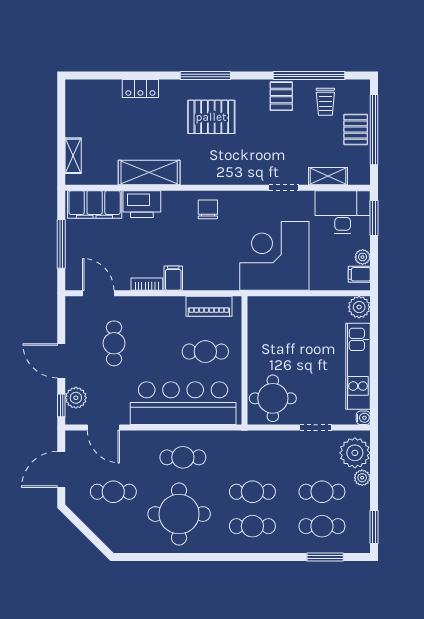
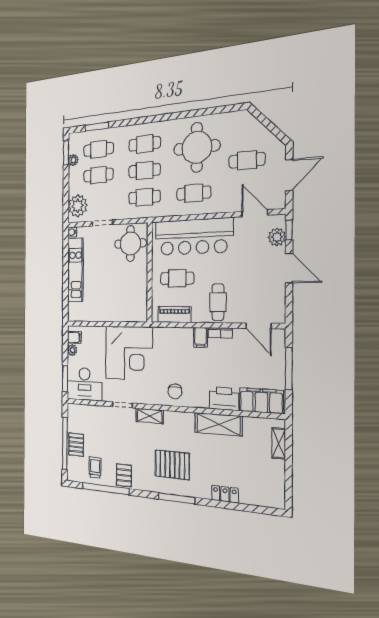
shelving: (328, 176) -> (150, 416), moved
plant: (359, 307) -> (75, 313), removed
cafe table: (114, 343) -> (218, 302), moved
cafe table: (252, 457) -> (144, 197), added
plant: (362, 478) -> (73, 160), moved

